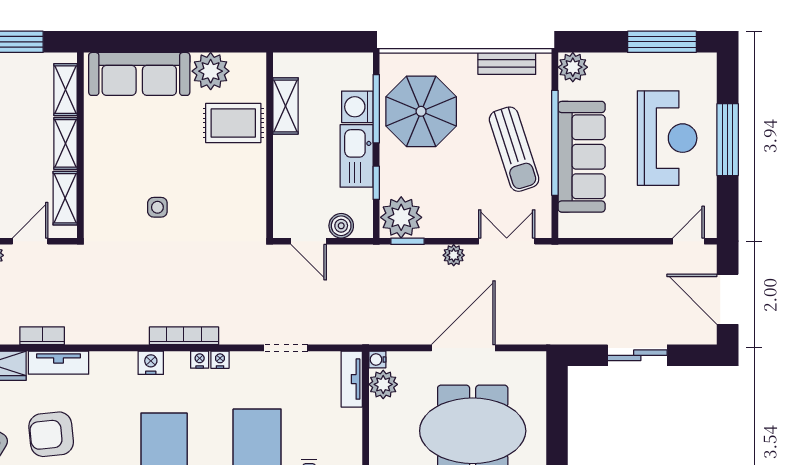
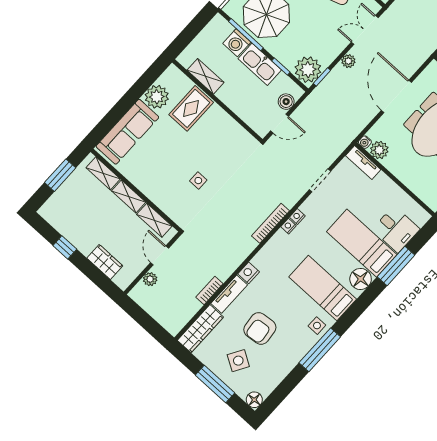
nightstand: (151, 363) -> (249, 273), moved

